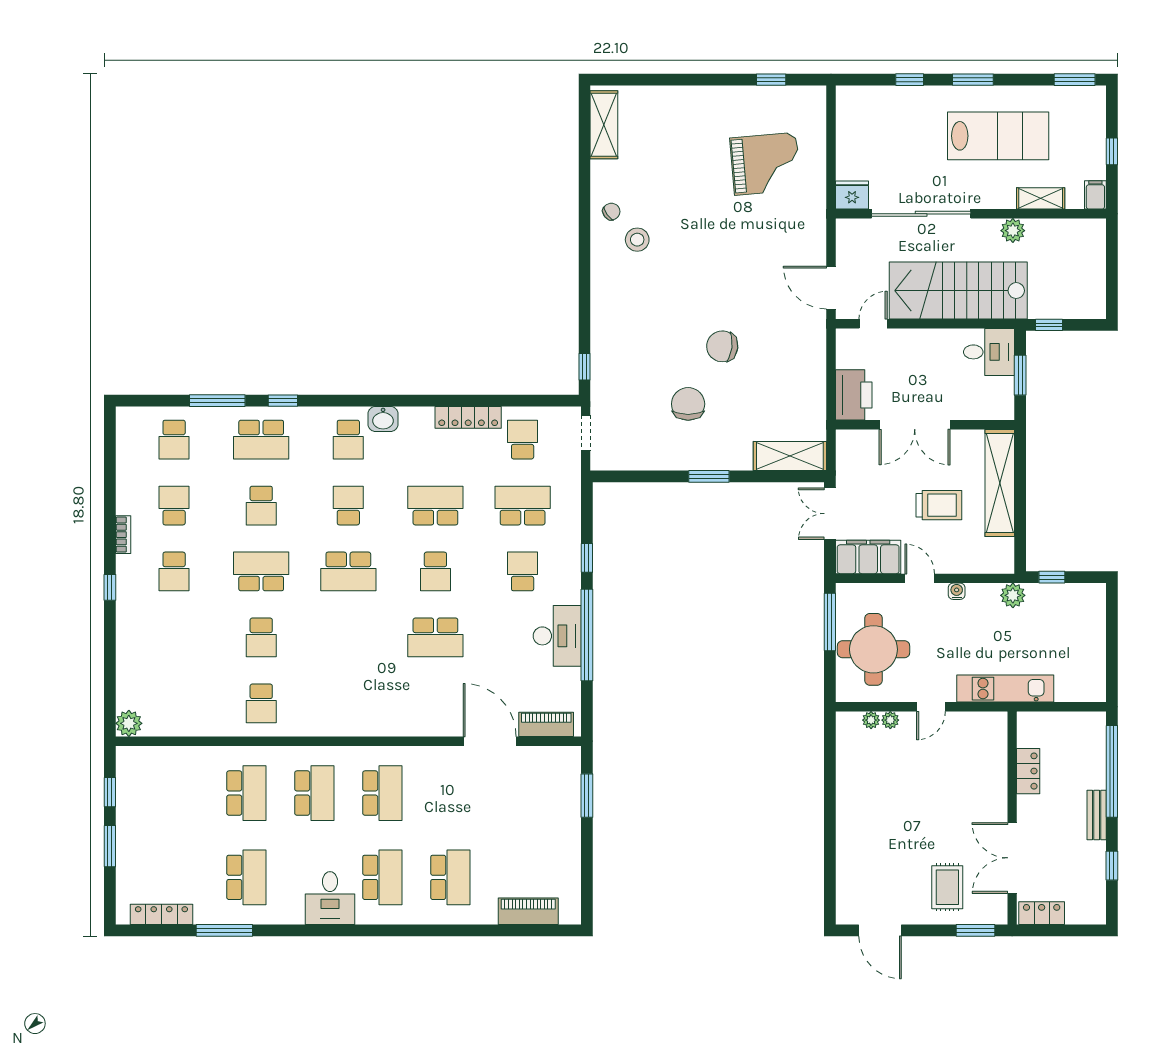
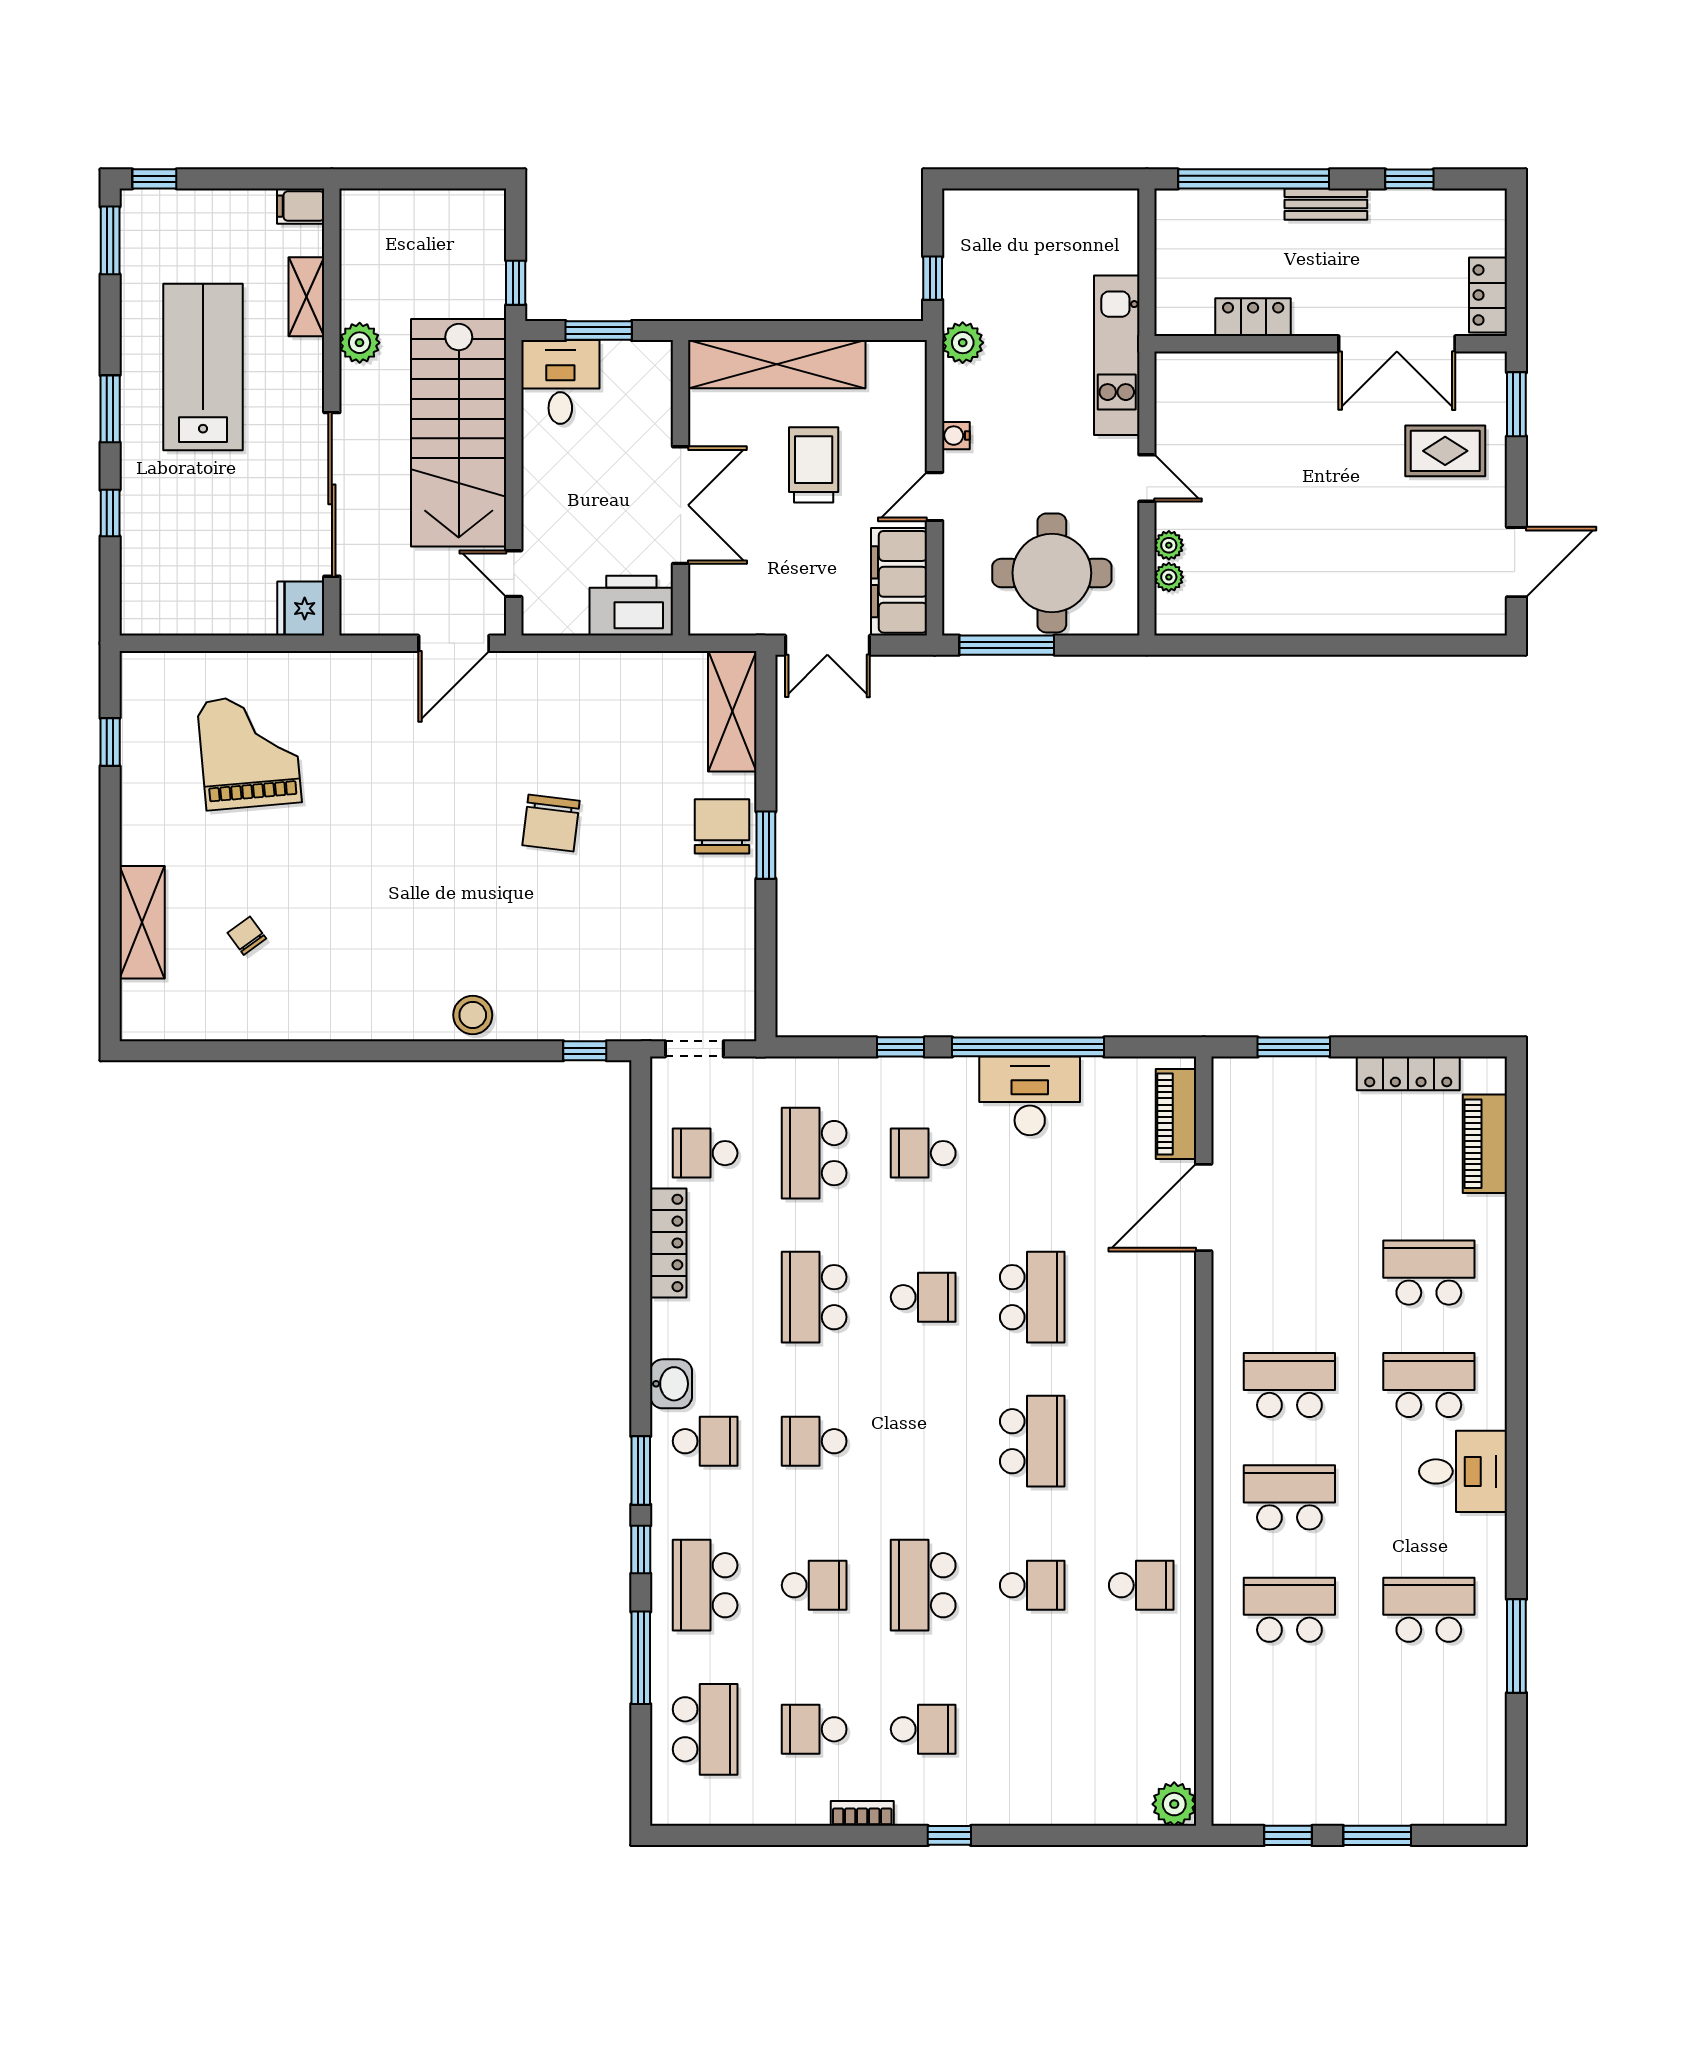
shelving: (604, 125) -> (142, 922), moved, turned 90
window: (1112, 151) -> (154, 179), moved
chair: (611, 212) -> (247, 936), moved
stool: (637, 240) -> (473, 1015), moved
window: (331, 401) -> (641, 1470), added
chair: (688, 404) -> (722, 826), moved, turned 90
school desk: (174, 440) -> (705, 1729), width x1.85
school desk: (261, 440) -> (705, 1585), turned 180
school desk: (348, 571) -> (1032, 1441), moved
locker: (161, 914) -> (1408, 1073), moved, turned -90

